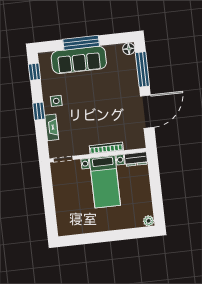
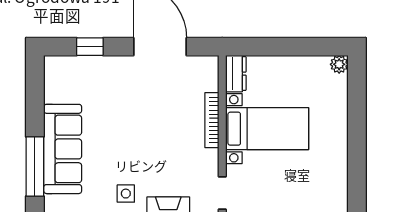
window: (81, 43) -> (35, 166), moved
floor lamp: (129, 49) -> (54, 65), removed
window: (142, 69) -> (90, 47), width x0.46

